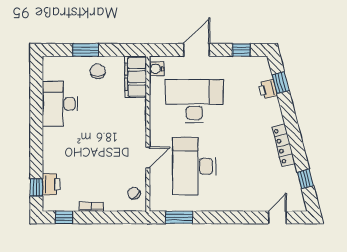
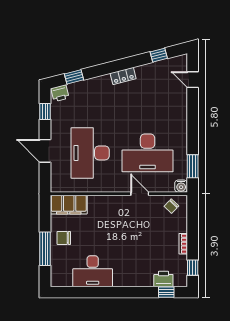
window: (86, 50) -> (45, 249), width x1.44
water cooler: (157, 69) -> (181, 186), moved
printer: (268, 89) -> (60, 93), moved
locker: (283, 145) -> (123, 76), width x0.66

